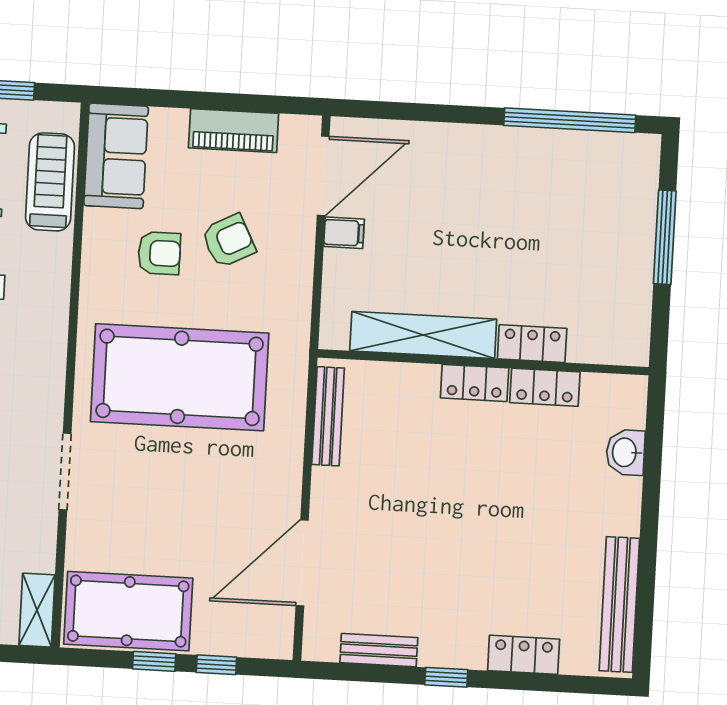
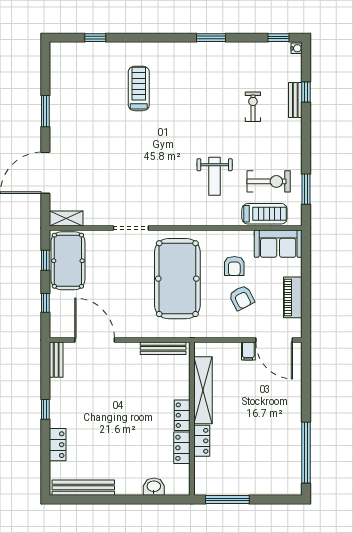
window: (665, 237) -> (227, 500), moved
bench: (379, 650) -> (56, 360), moved
window: (154, 661) -> (45, 260), moved

